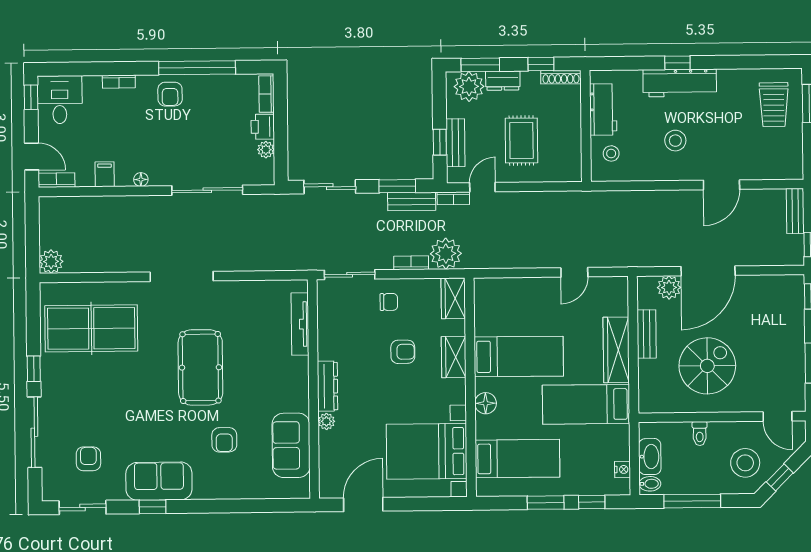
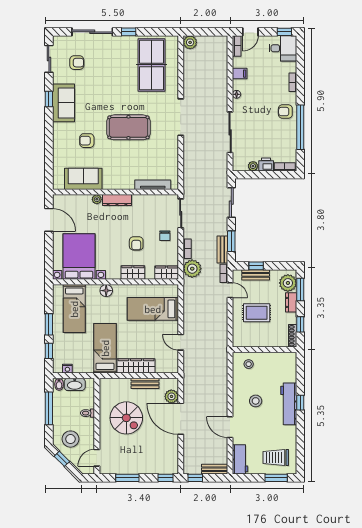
workbench: (603, 110) -> (240, 459), moved, turned -90
bed: (519, 356) -> (153, 309), moved, turned 90

